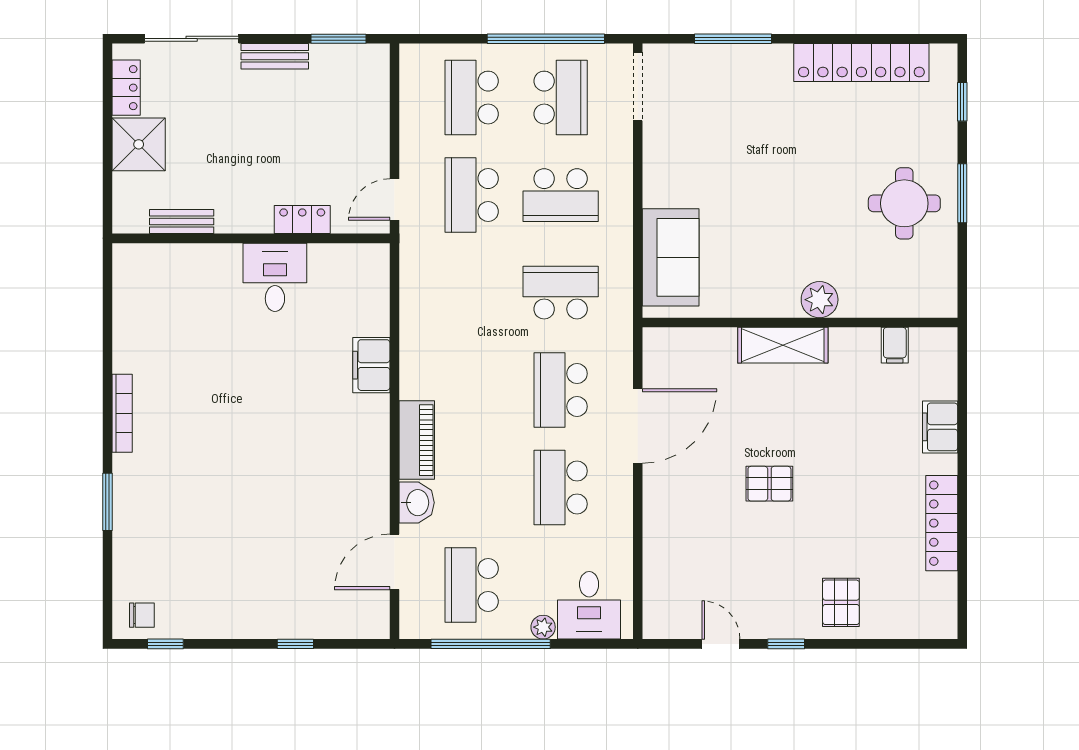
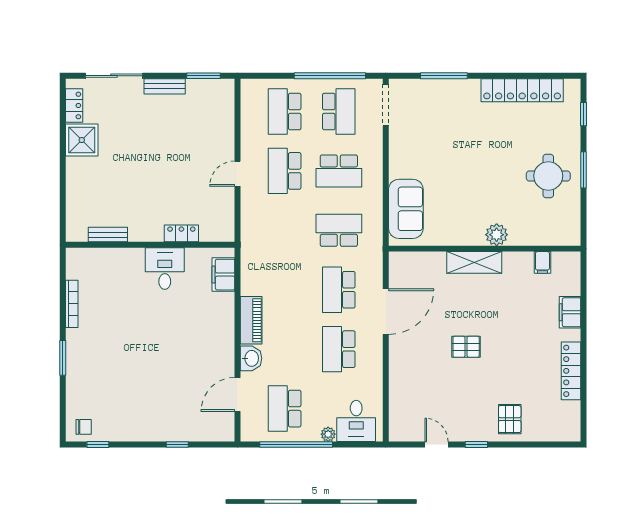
locker: (302, 220) -> (181, 233), moved
bench: (182, 221) -> (108, 235), moved
wall: (251, 238) -> (150, 245), moved
desk: (275, 277) -> (165, 269), moved

